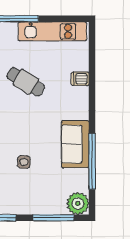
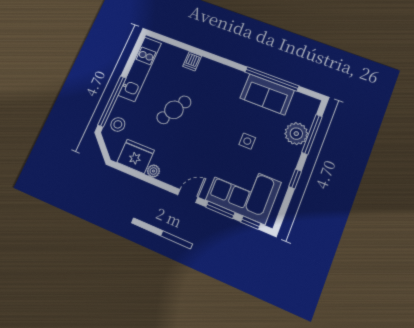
sofa: (75, 144) -> (267, 94), moved
plant: (78, 203) -> (296, 134), moved

